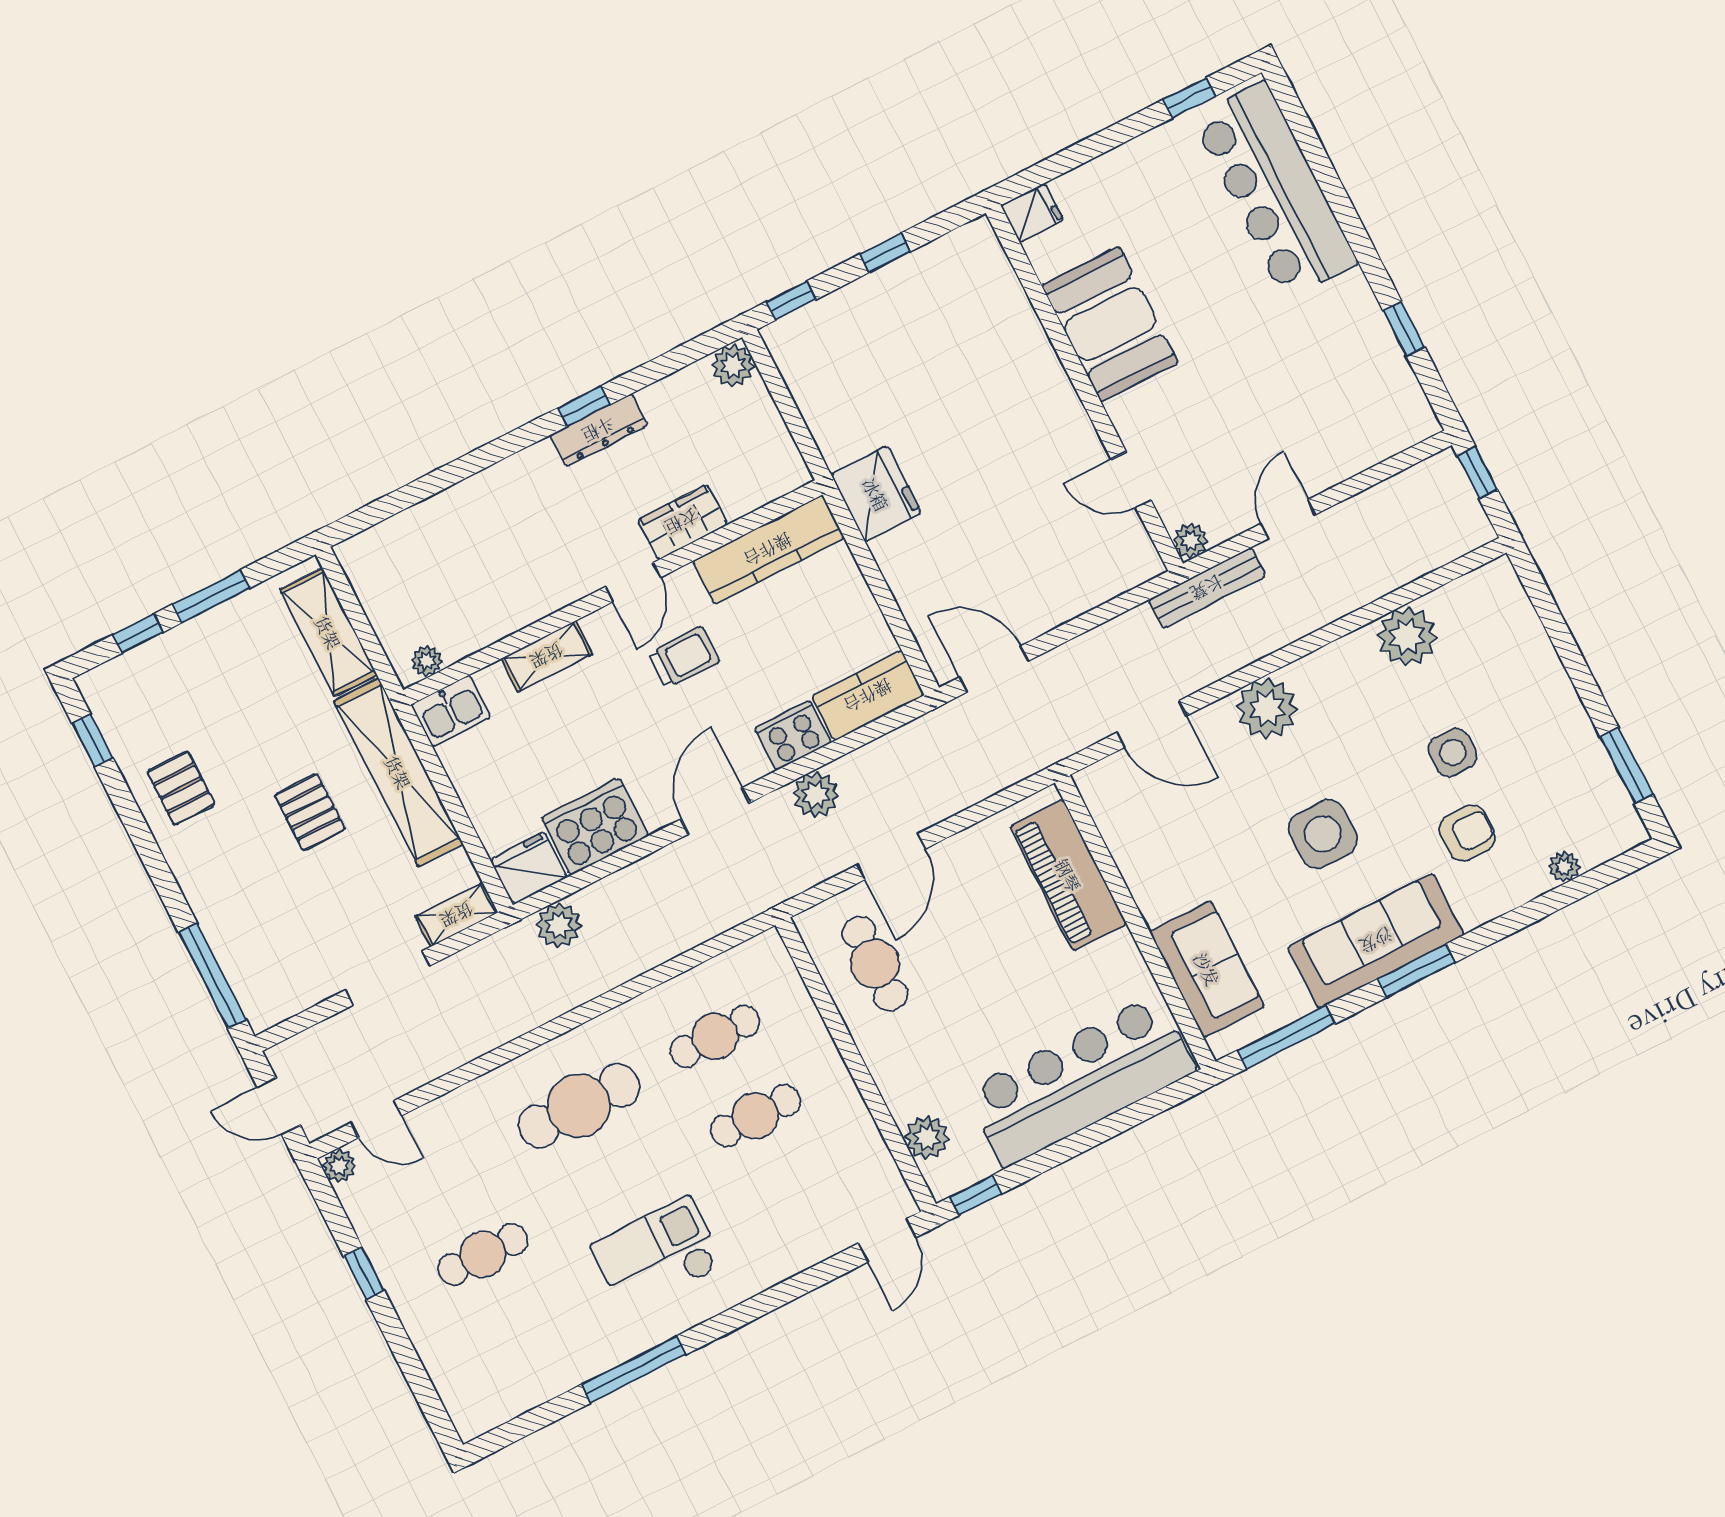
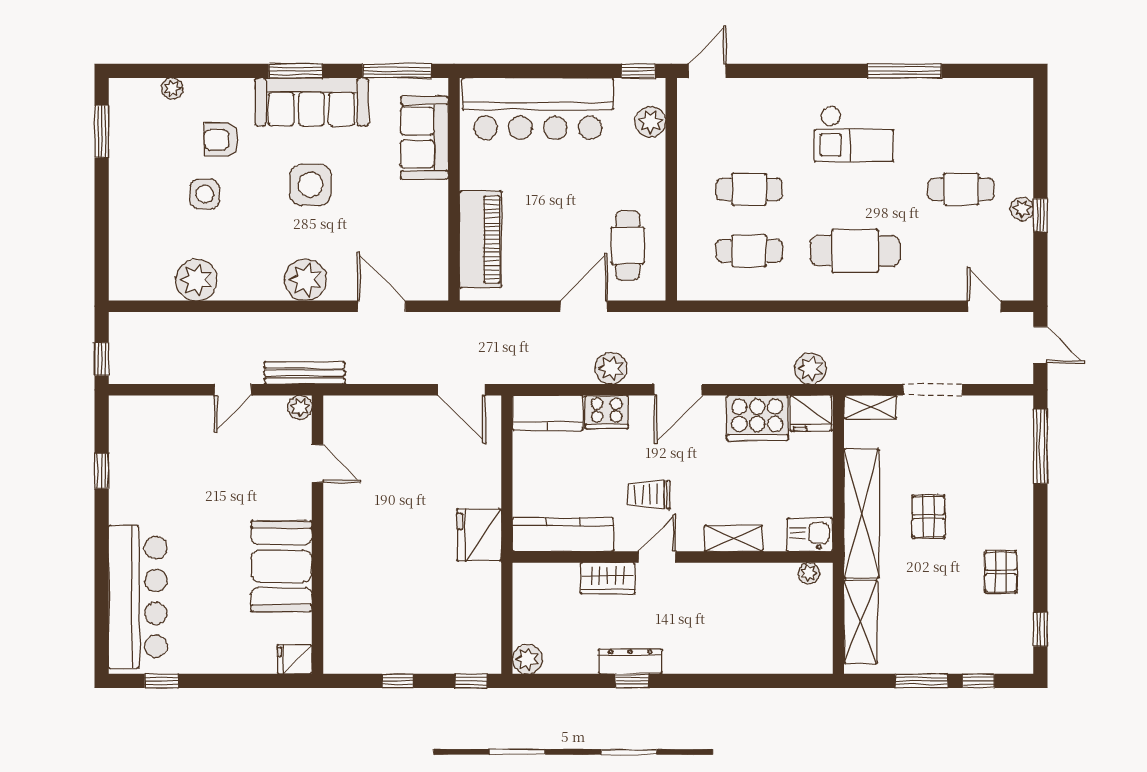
plant: (339, 1166) -> (1022, 209), moved

